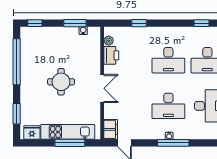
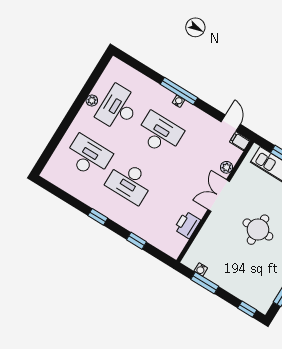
window: (201, 23) -> (98, 217), moved
plant: (109, 41) -> (227, 167), moved
desk: (168, 60) -> (130, 182), turned 180
filing cabinet: (111, 129) -> (240, 141), width x0.50

